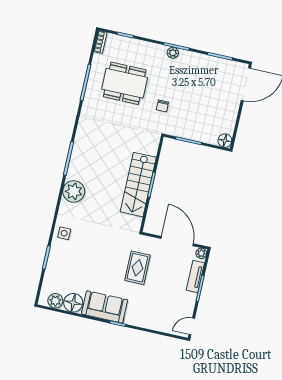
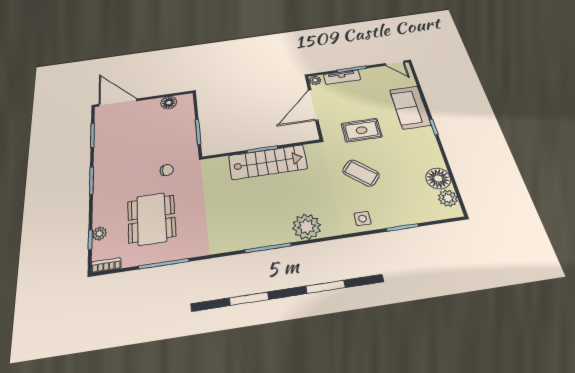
plant: (173, 53) -> (99, 234), moved
floor lamp: (225, 141) -> (169, 103), moved
coffee table: (101, 249) -> (361, 173), added
sofa: (105, 307) -> (410, 107), moved

